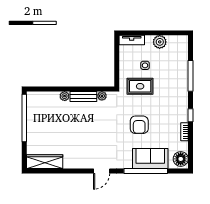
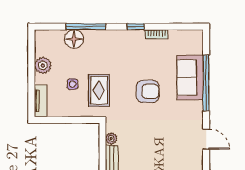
floor lamp: (181, 159) -> (74, 39), moved

